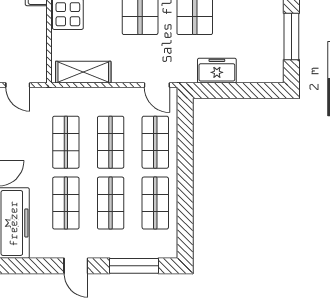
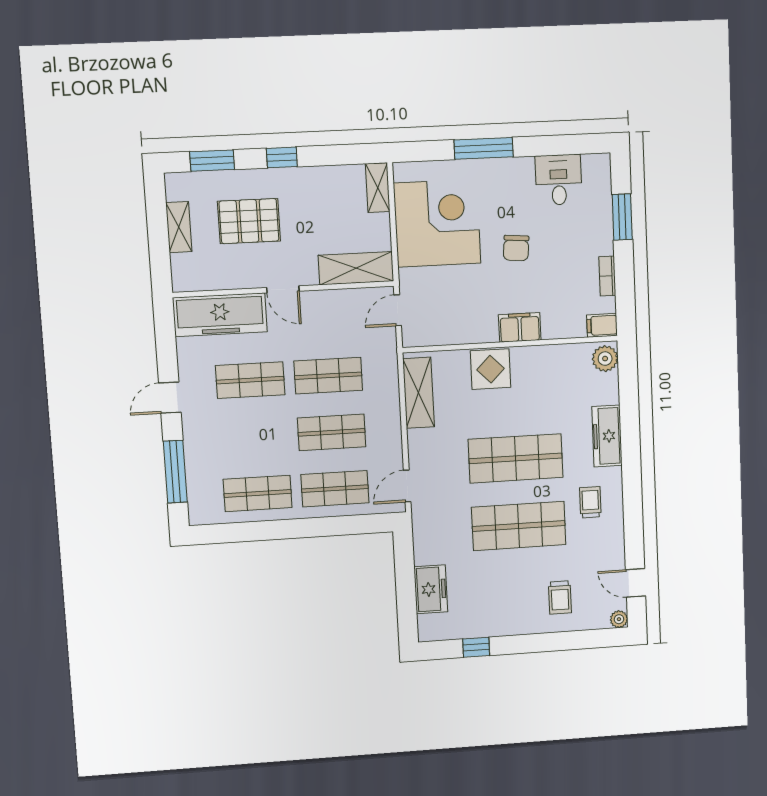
window: (291, 36) -> (476, 647), width x0.46
freezer: (217, 71) -> (431, 589), moved
shop shelf: (111, 203) -> (254, 437), removed

